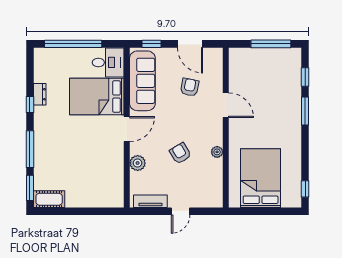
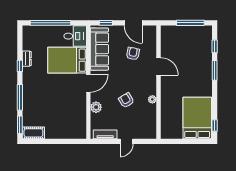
bed: (261, 178) -> (197, 118), moved

